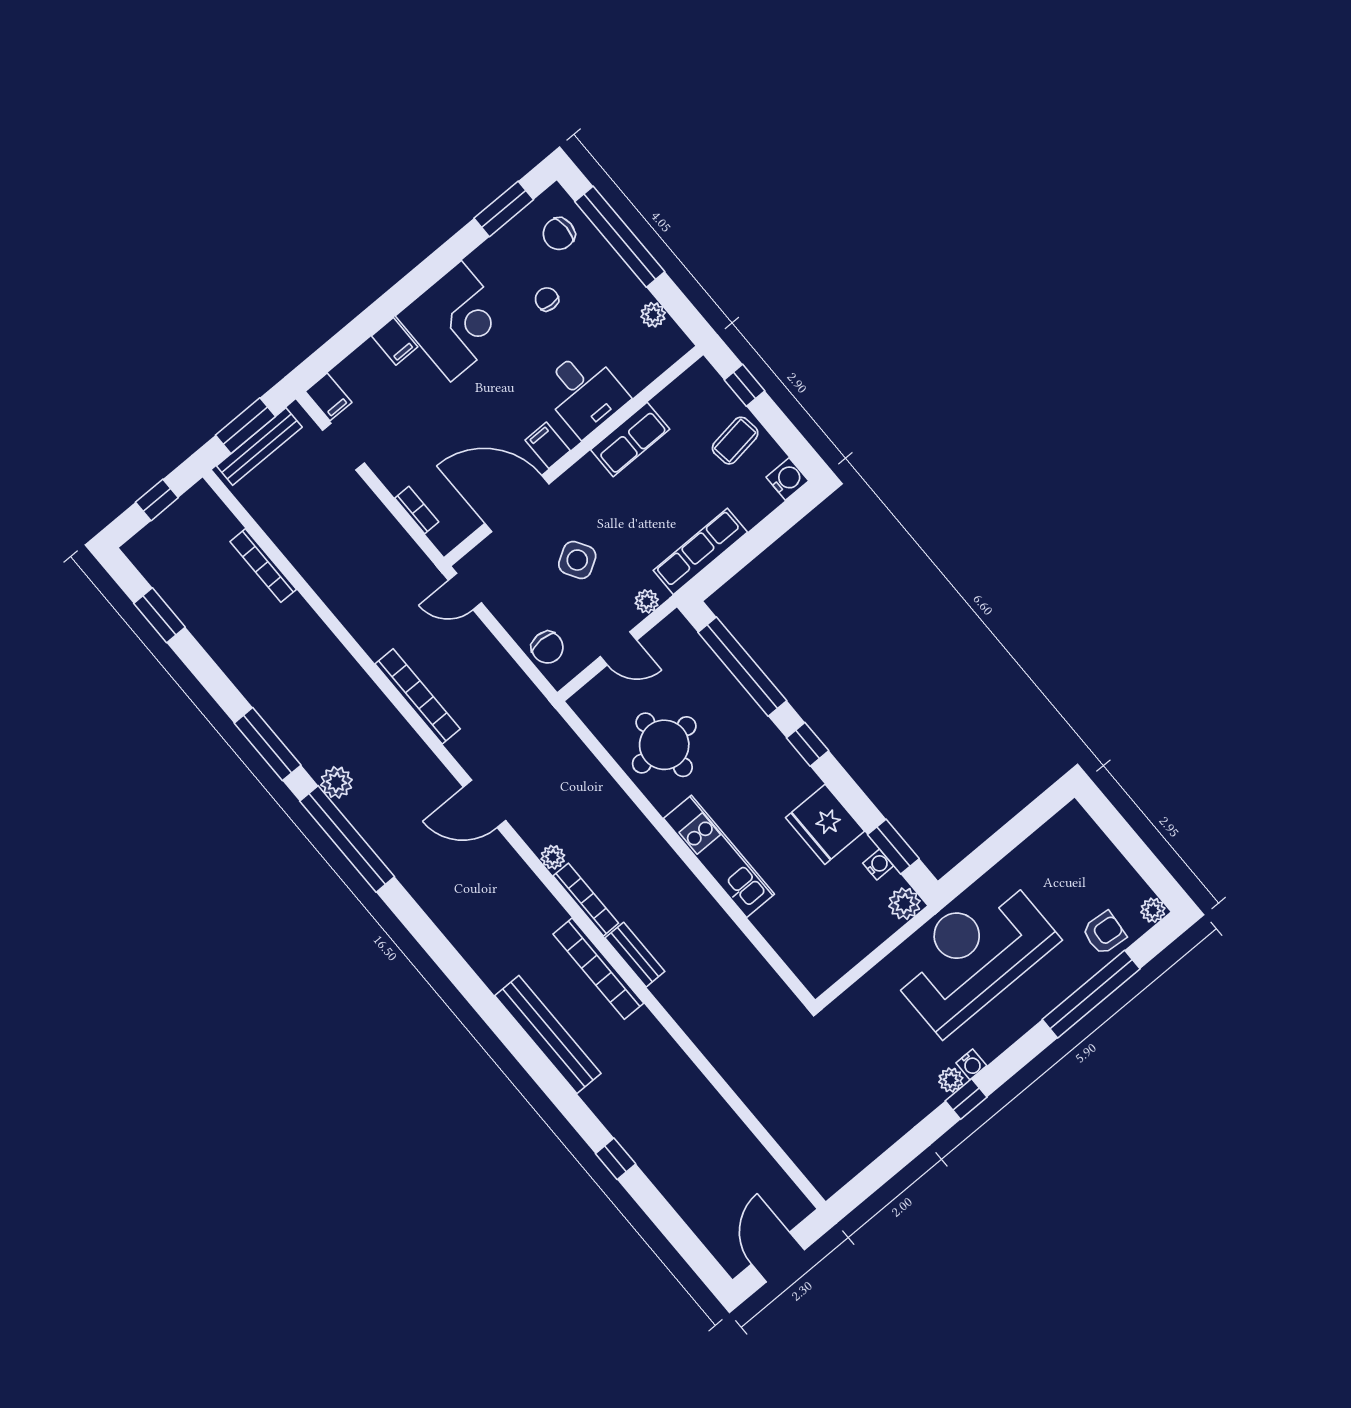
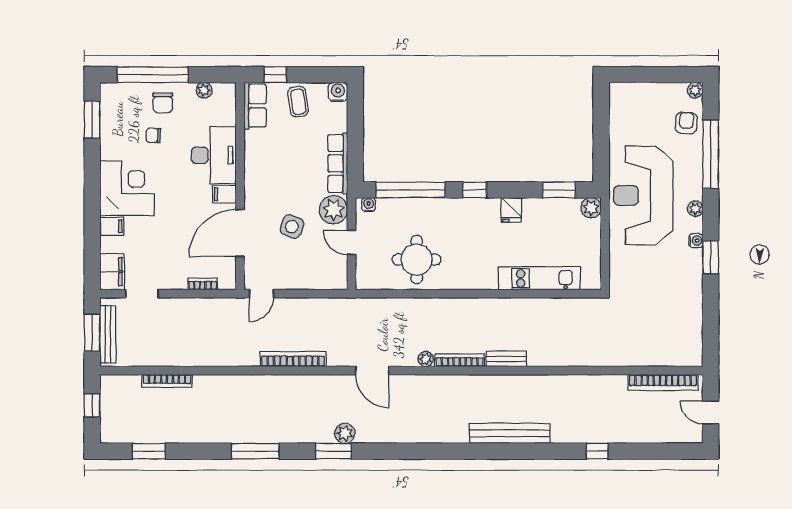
chair: (559, 234) -> (163, 103), moved
desk: (584, 393) -> (214, 155), width x1.37
filing cabinet: (329, 397) -> (112, 272), width x2.00
row of seats: (630, 439) -> (255, 106), moved
side table: (577, 560) -> (292, 227), turned -38
plant: (647, 601) -> (334, 210), width x1.87, depth x1.87
chair: (547, 647) -> (322, 277), removed
door: (619, 648) -> (351, 242), swing flipped
plant: (336, 782) -> (345, 433), moved
door: (484, 804) -> (372, 370), hinge flipped
fridge: (825, 824) -> (511, 210), width x0.53, depth x0.75
window: (347, 839) -> (333, 451), width x0.47
kitchen unit: (719, 856) -> (539, 278), moved
water cooler: (878, 865) -> (369, 205), moved
bookcase: (598, 969) -> (663, 382), moved
plant: (951, 1080) -> (695, 209), moved
window: (966, 1099) -> (711, 257), width x1.50
door: (778, 1257) -> (711, 412), width x0.73

